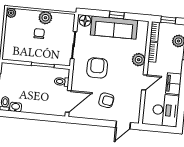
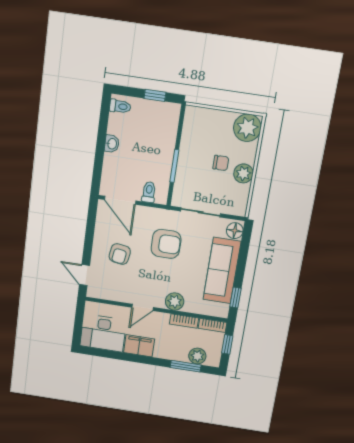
plant: (11, 13) -> (247, 128), width x1.88, depth x1.88
window: (117, 15) -> (236, 298), moved
door: (144, 82) -> (143, 307), hinge flipped
washbasin: (16, 107) -> (112, 144), moved

